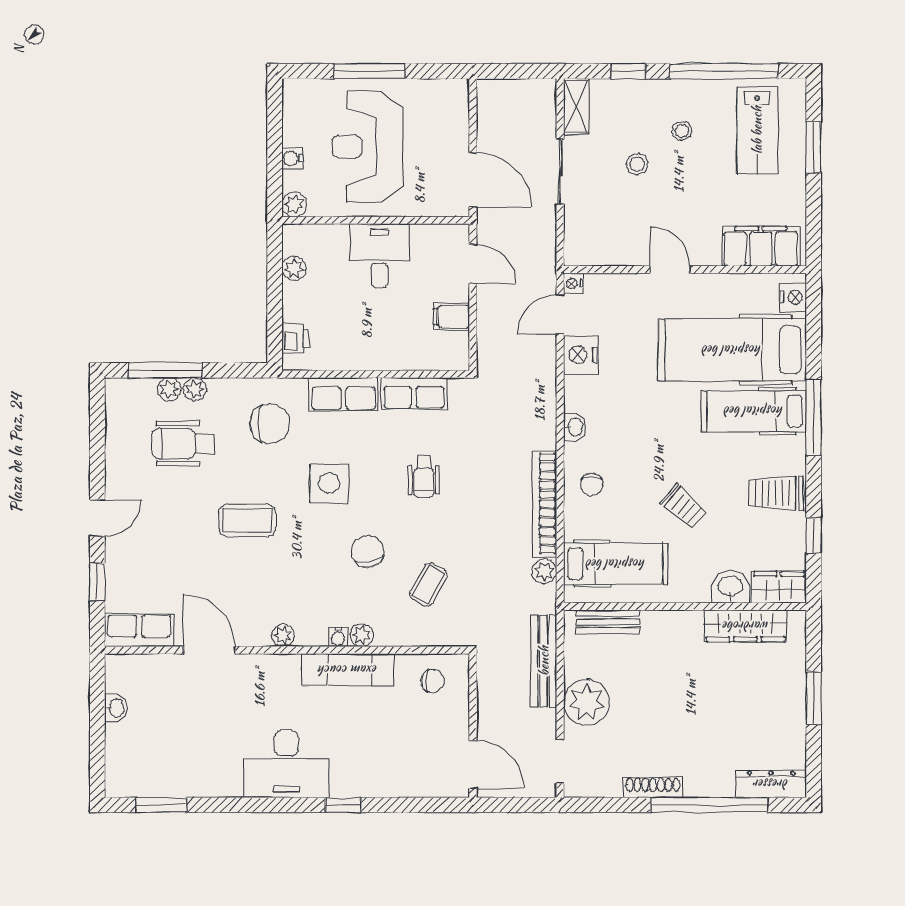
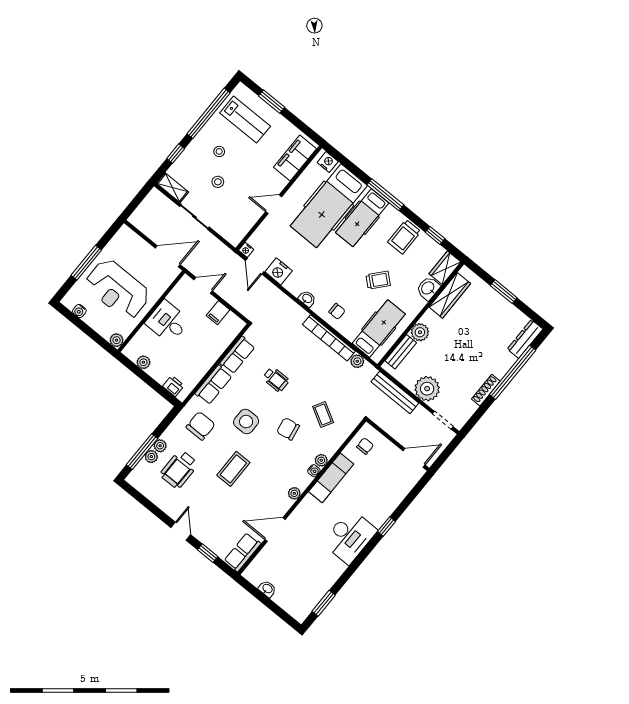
water cooler: (292, 158) -> (79, 311), moved
plant: (658, 626) -> (420, 332), added

